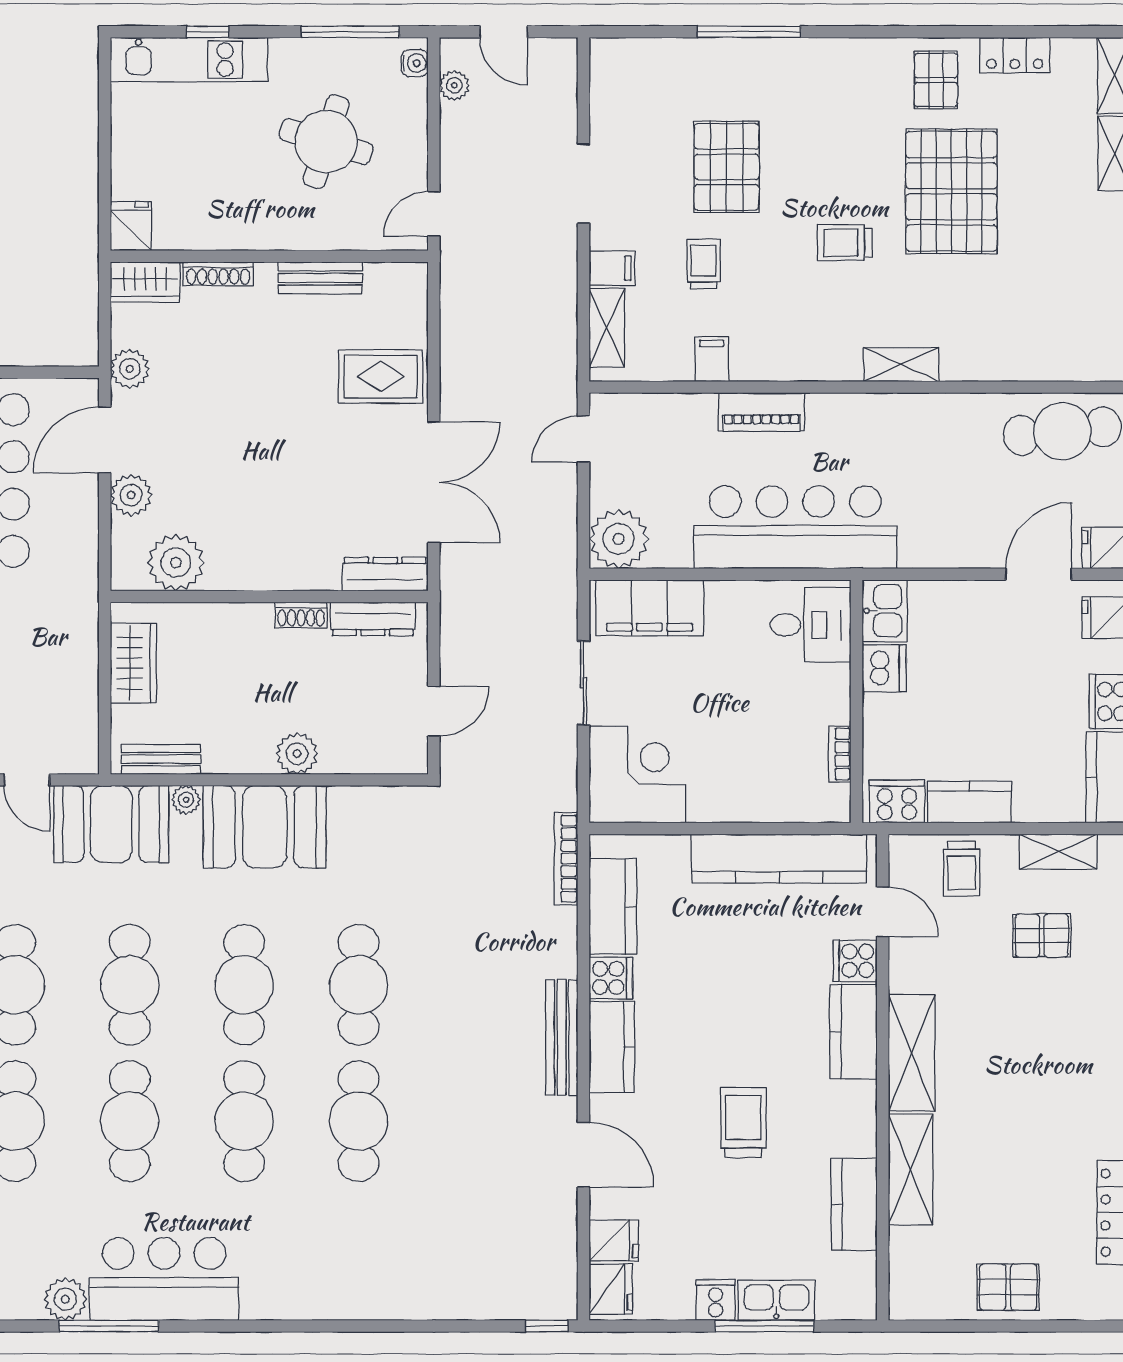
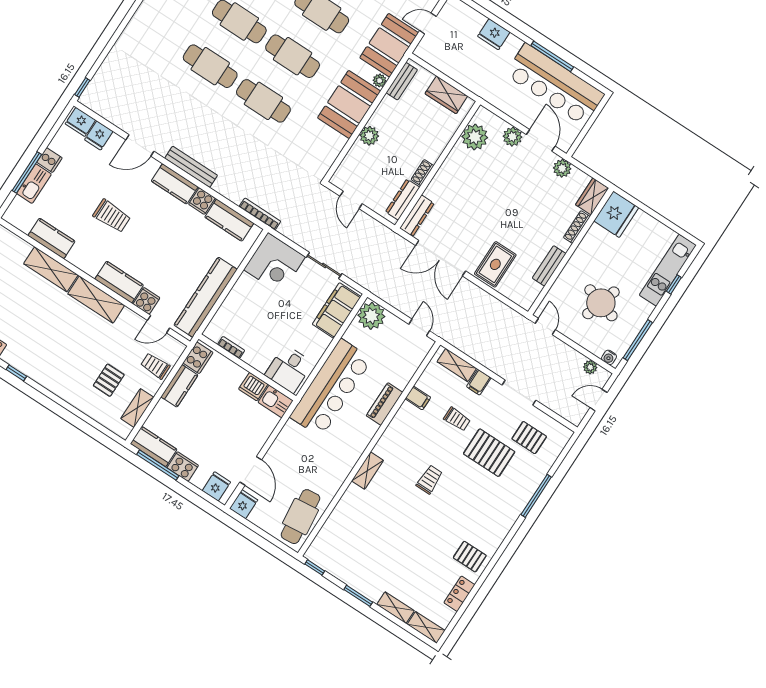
pallet: (951, 191) -> (529, 438), moved, width x0.49, depth x0.50
fridge: (131, 226) -> (616, 214), width x1.88, depth x1.34

